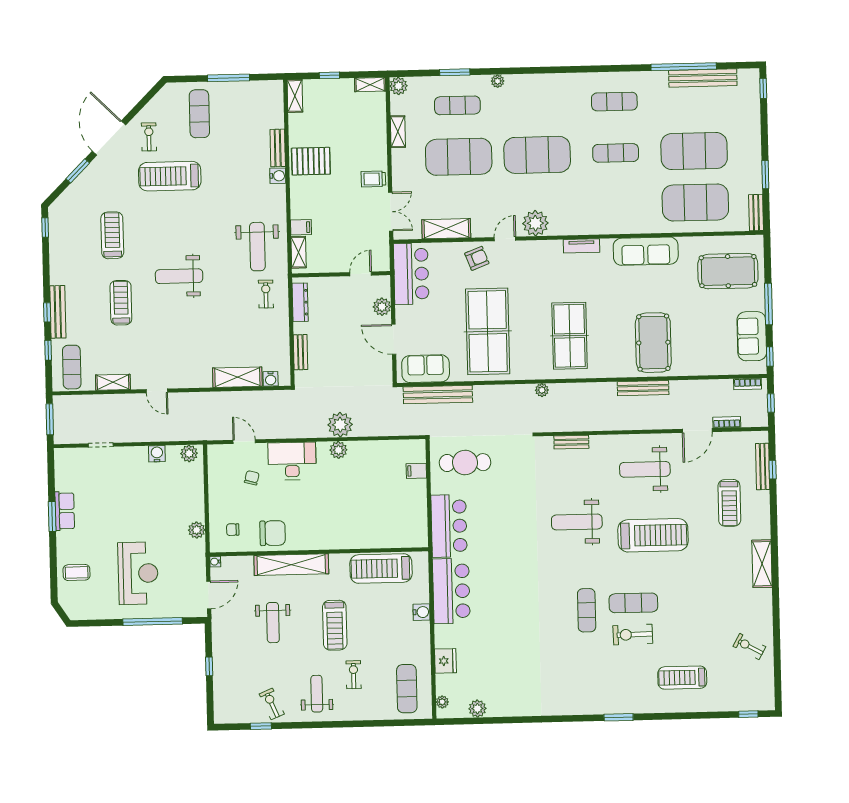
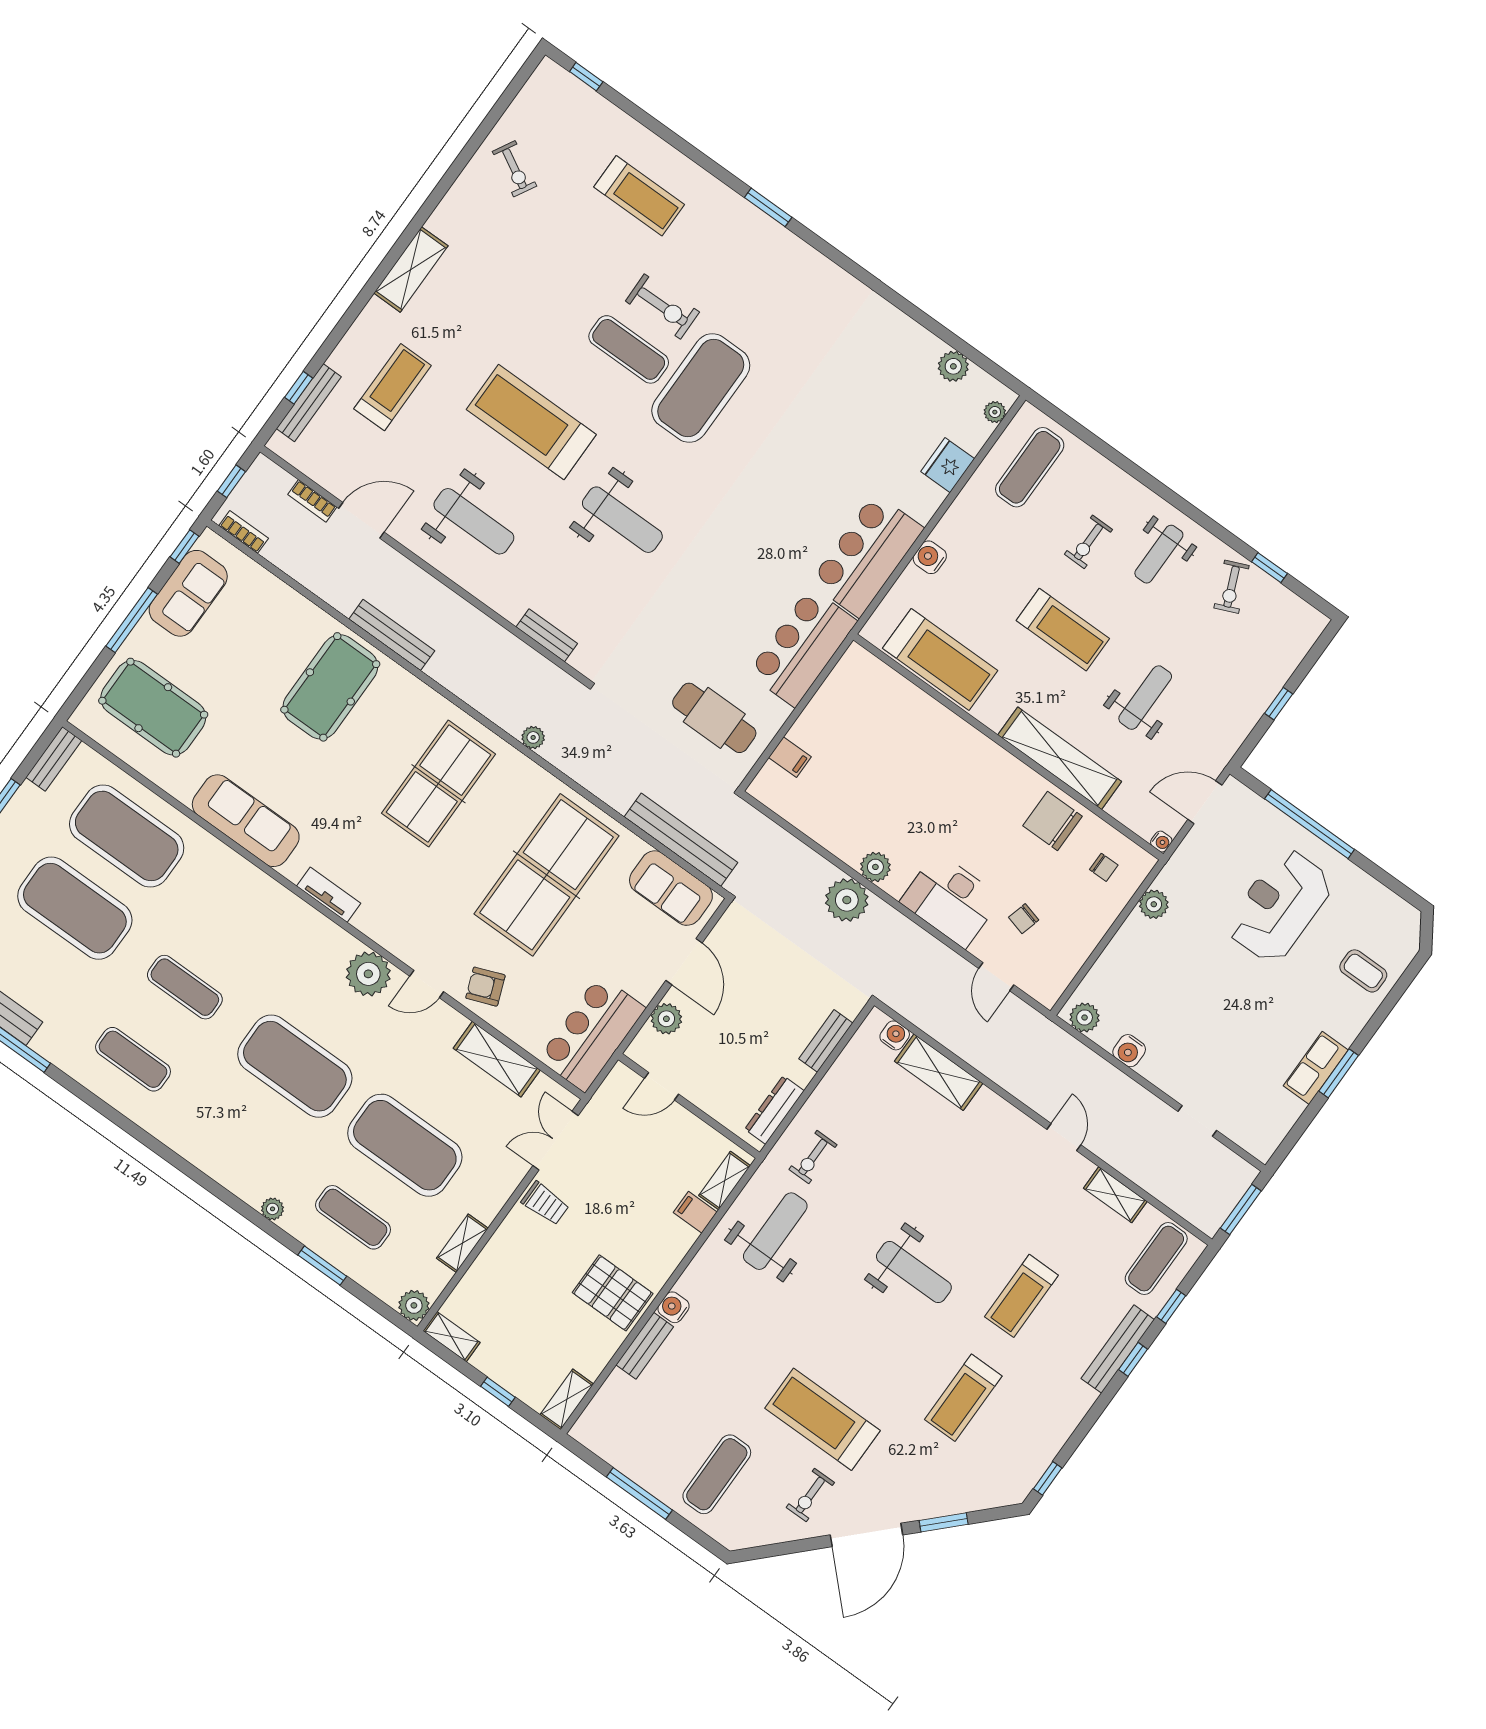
treadmill: (170, 176) -> (823, 1419), turned 180
exercise mat: (587, 610) -> (701, 388), width x2.00, depth x1.45
treadmill: (335, 625) -> (1063, 630), turned 90

